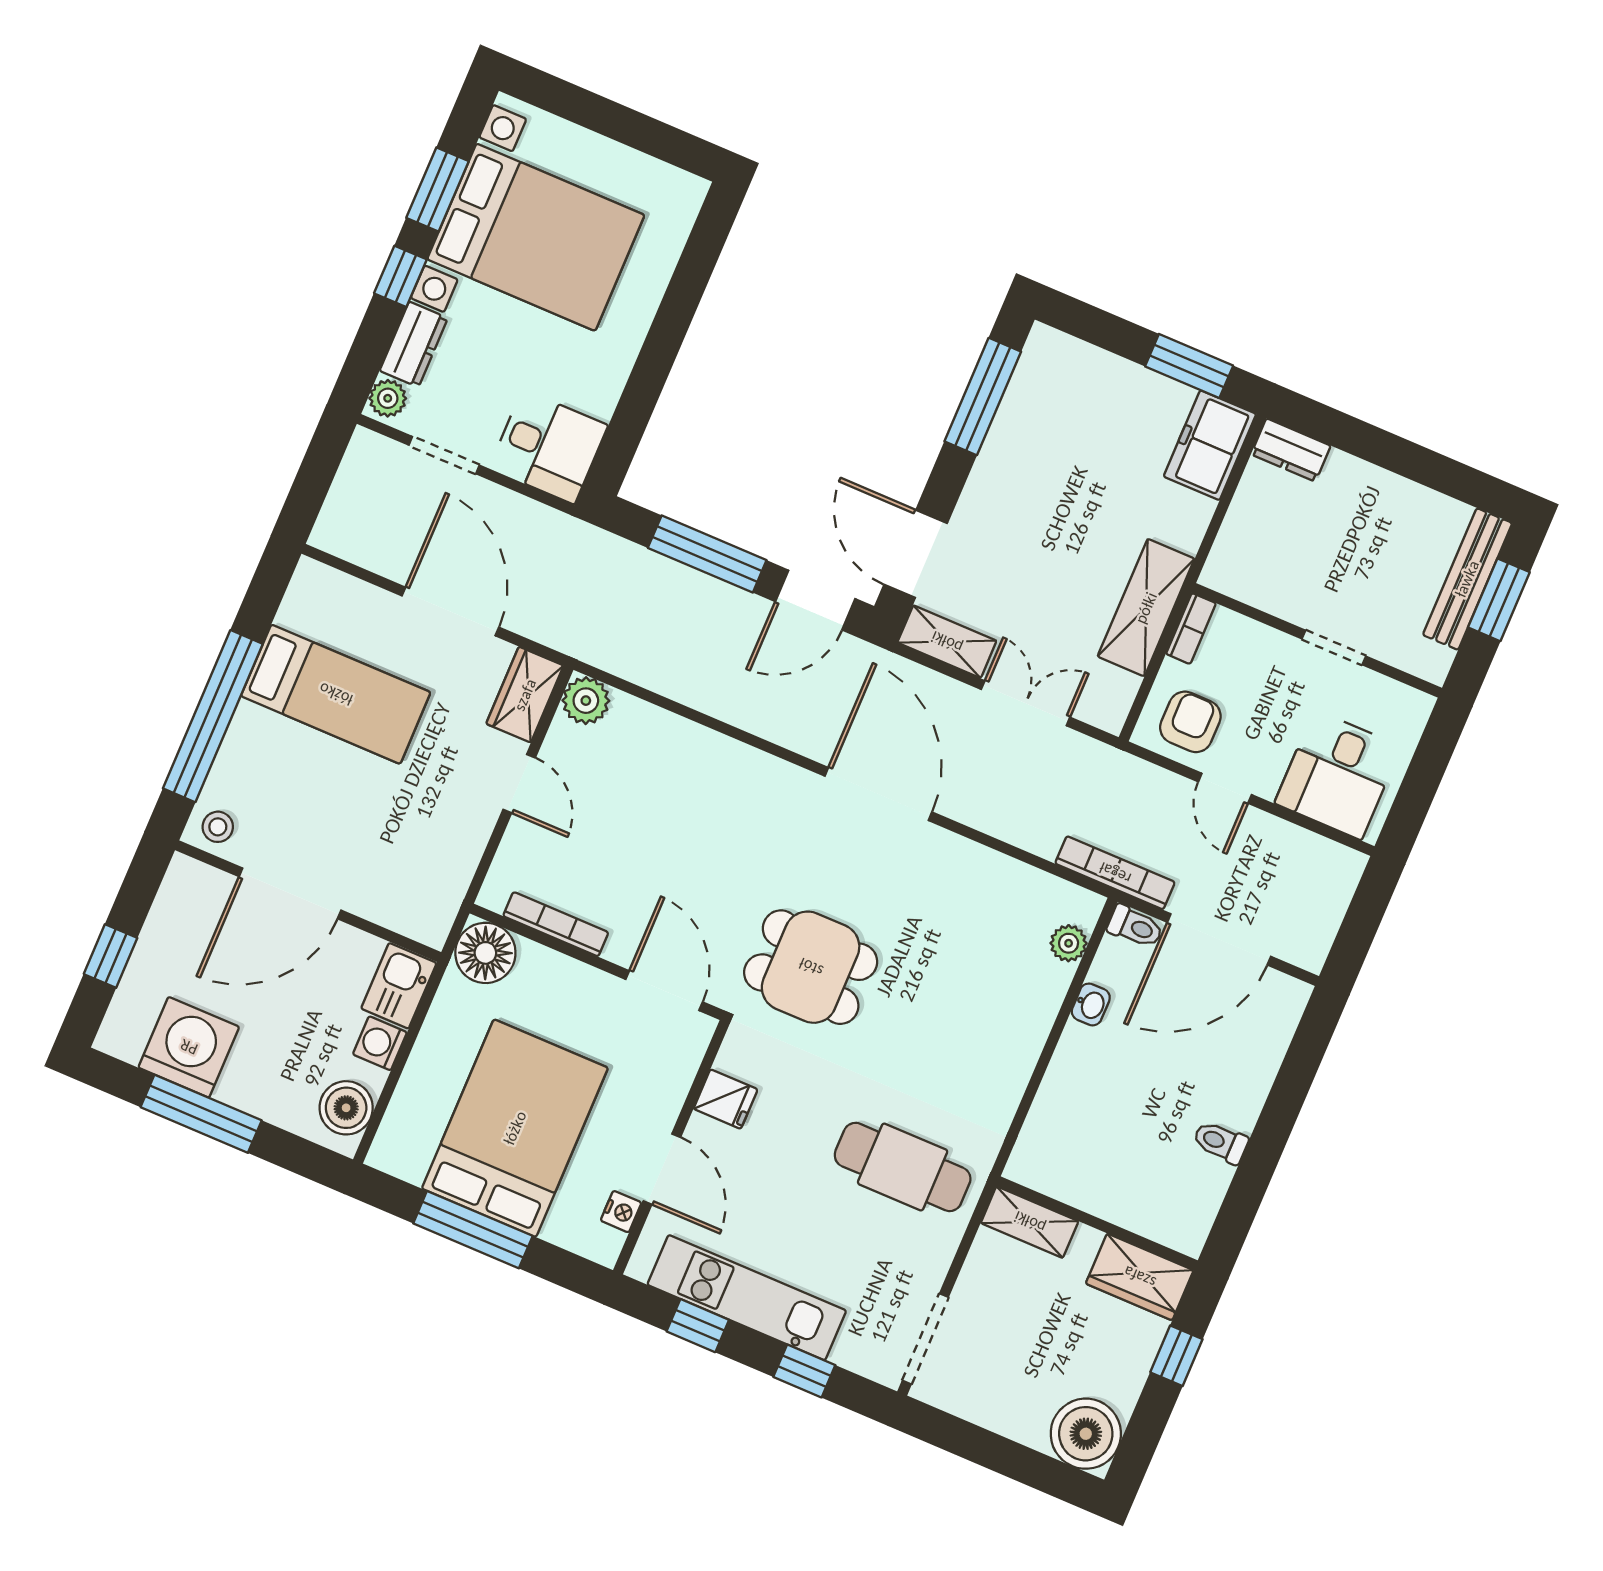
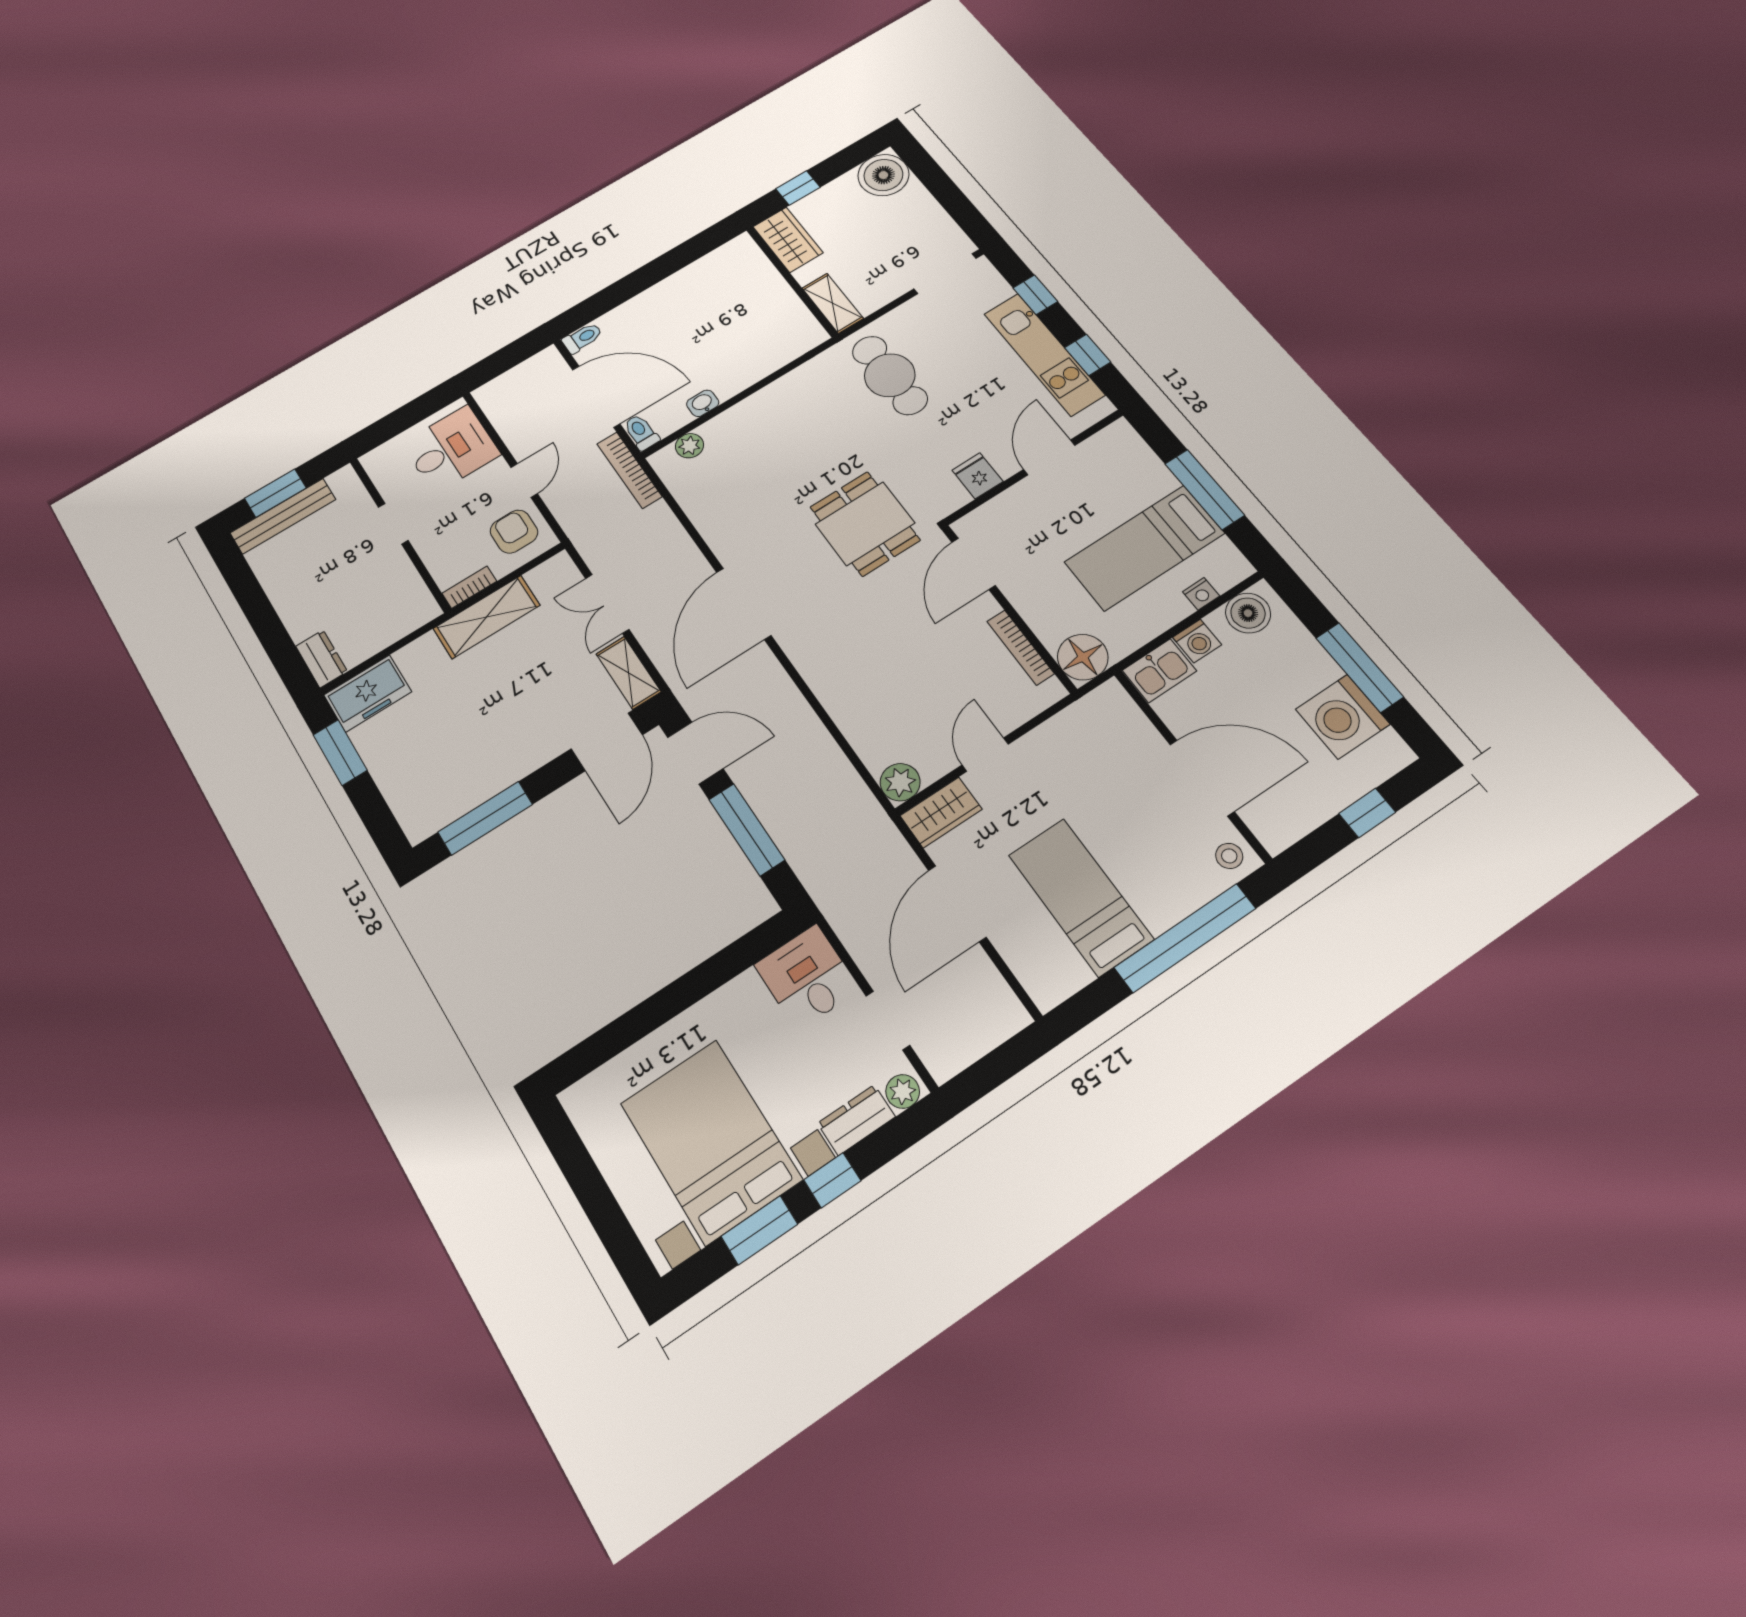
armchair: (1190, 722) -> (514, 532), turned 90
bed: (515, 1128) -> (1145, 548), width x0.67
toilet: (1220, 1142) -> (582, 338), moved, turned -90
nightstand: (621, 1212) -> (1201, 594), moved, turned 180

